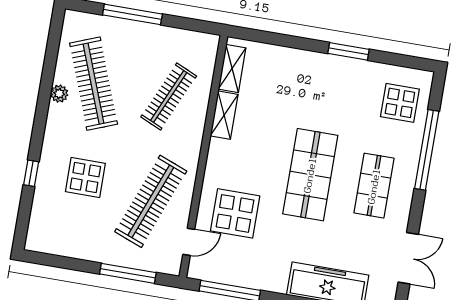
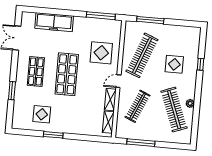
window: (132, 14) -> (141, 143), moved
display table: (400, 103) -> (42, 114), moved
window: (427, 150) -> (12, 91), width x0.47
door: (189, 242) -> (118, 81), moved

